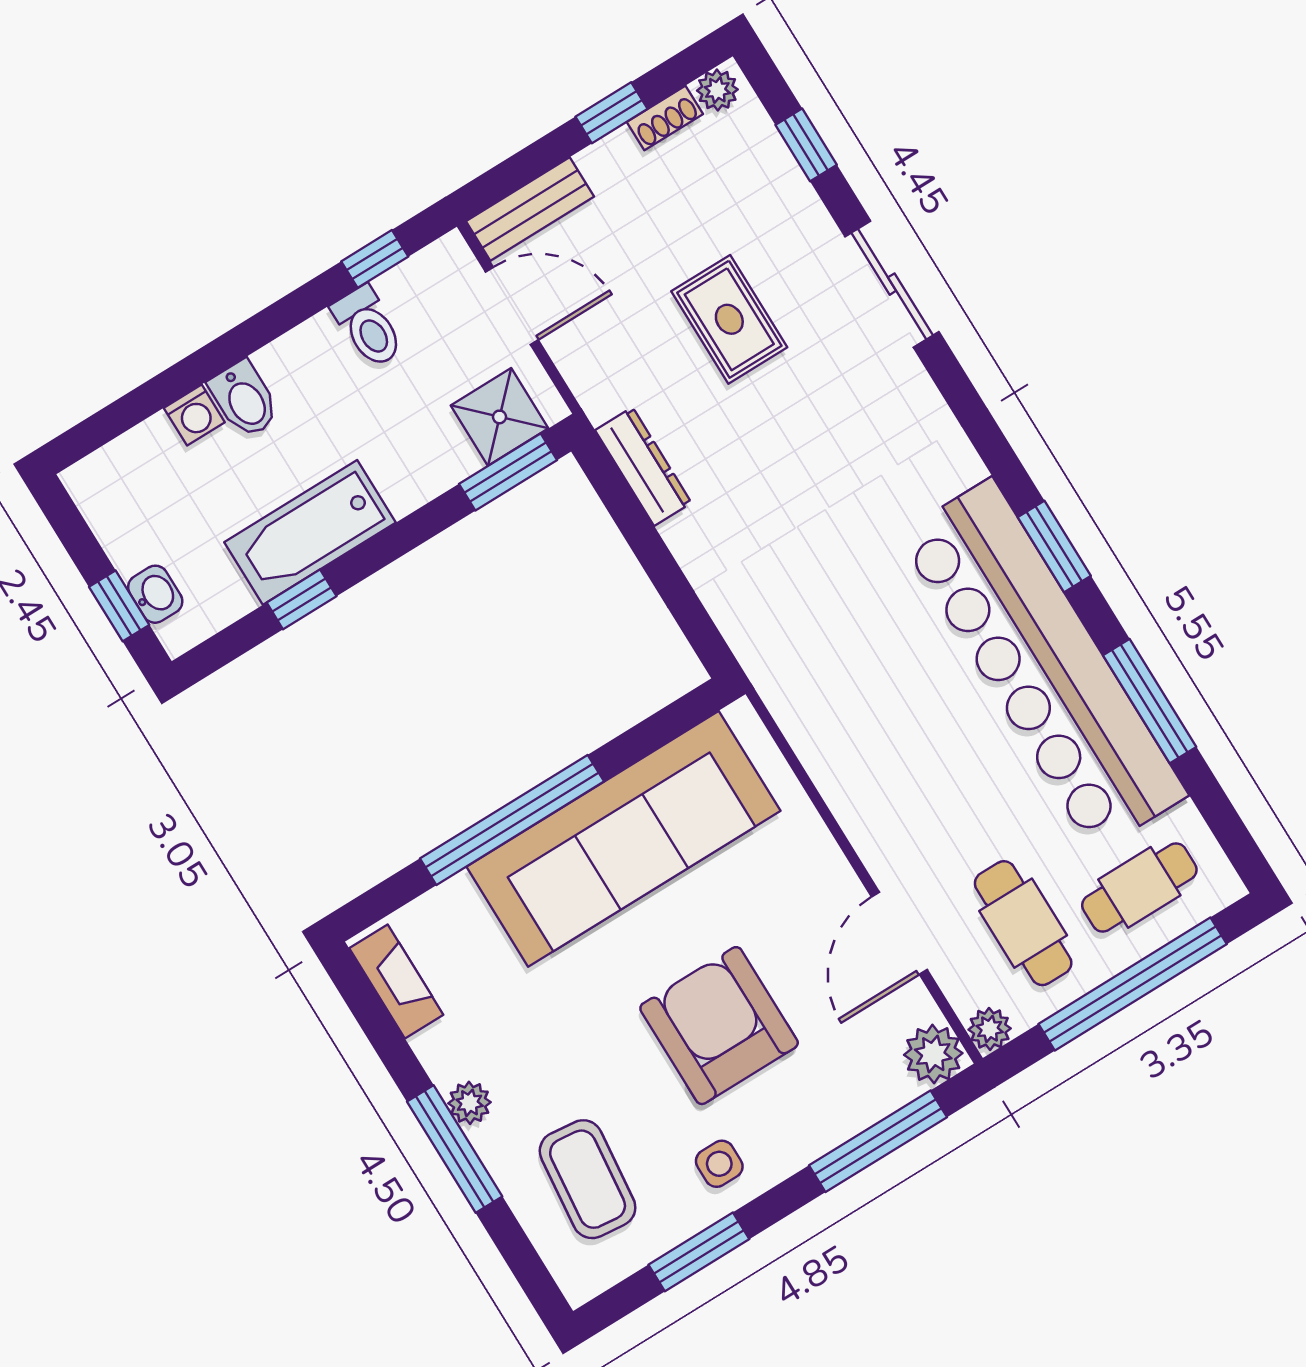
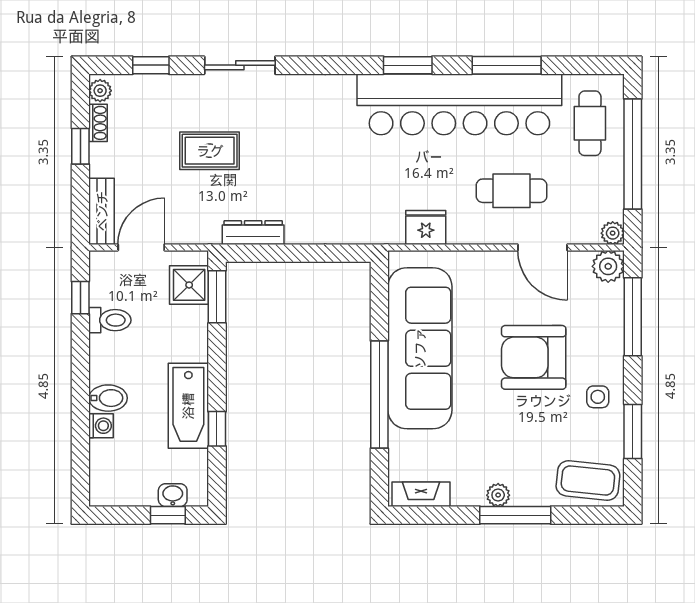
fridge: (818, 731) -> (426, 227), added
cafe table: (1023, 923) -> (512, 191), moved
coffee table: (588, 1179) -> (588, 481), moved

